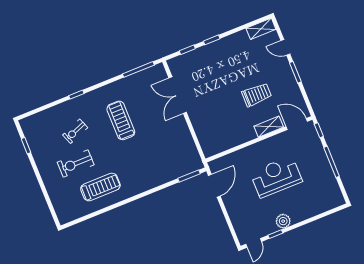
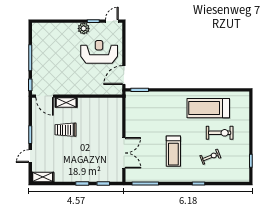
door: (285, 47) -> (30, 156), swing flipped
reception desk: (276, 177) -> (99, 52), moved, turned 180
treadmill: (100, 187) -> (208, 108), width x1.37, depth x1.38

